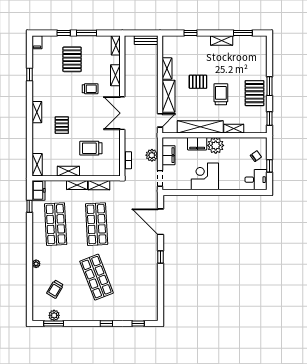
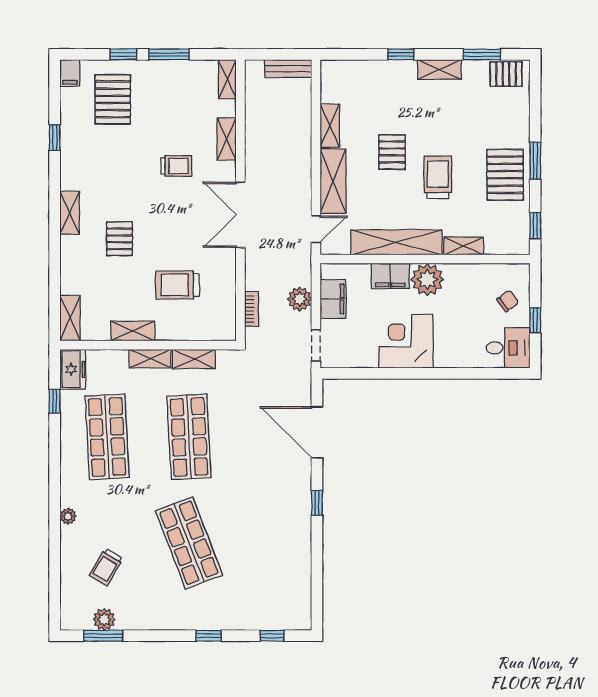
window: (190, 33) -> (401, 54), moved
pallet: (255, 43) -> (506, 74), added
pallet: (72, 59) -> (113, 99), moved
pallet: (198, 82) -> (392, 152), turned 90

